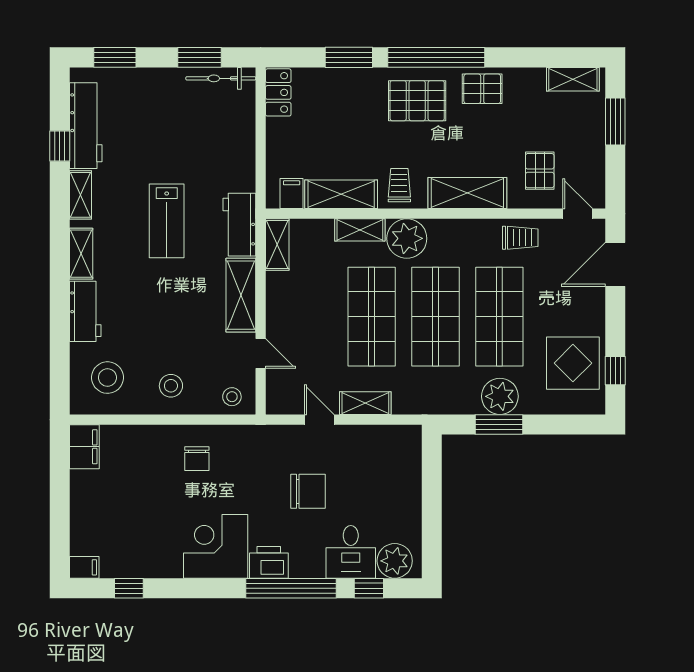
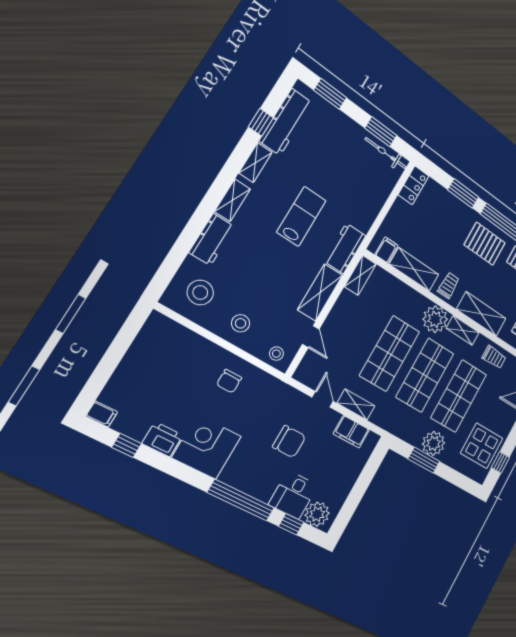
lab bench: (167, 221) -> (301, 216), turned 180
shelving: (360, 230) -> (463, 330), moved
filing cabinet: (84, 447) -> (351, 432), moved, turned 90
printer: (269, 562) -> (162, 439), moved

